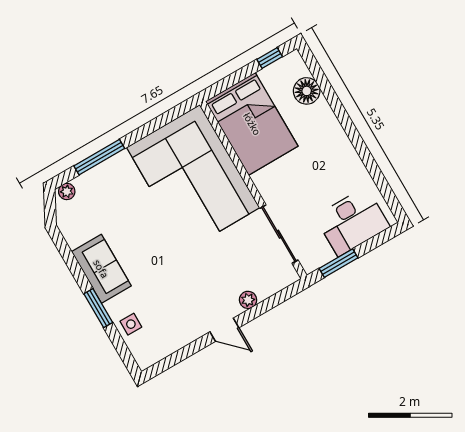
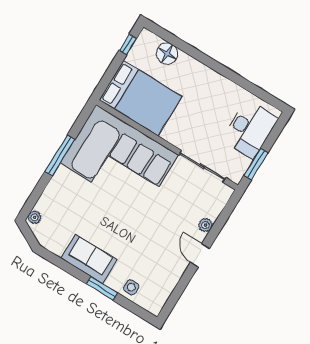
window: (99, 157) -> (60, 155), moved
door: (224, 330) -> (200, 255), swing flipped

